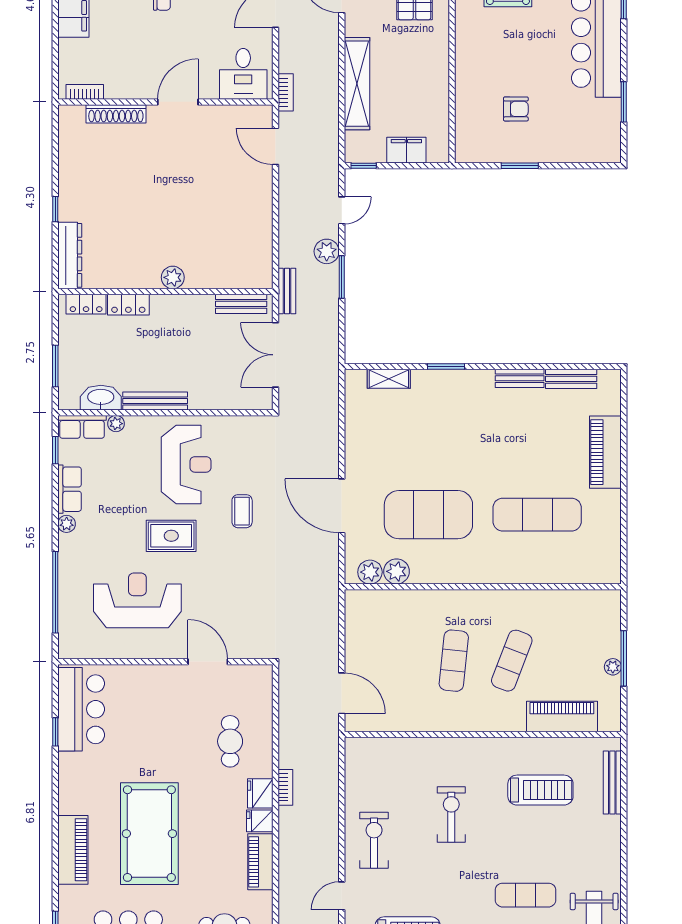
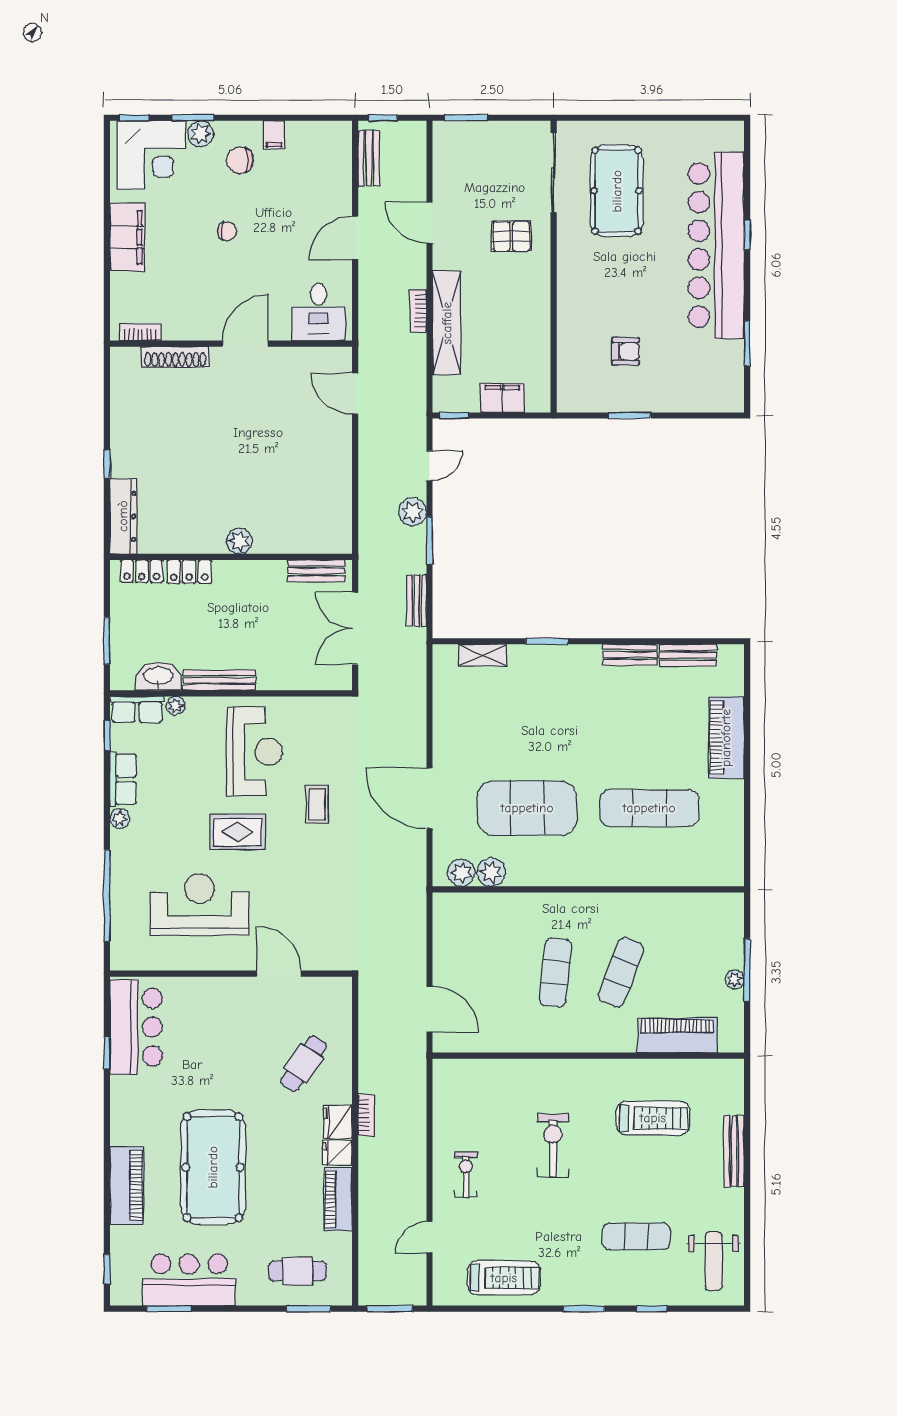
bookcase: (286, 92) -> (418, 311), moved, turned 180
bench: (287, 291) -> (417, 601), moved
cafe table: (230, 741) -> (304, 1063), turned 34
bench: (612, 782) -> (734, 1151), moved
exercise bike: (374, 840) -> (466, 1175), width x0.73, depth x0.72

